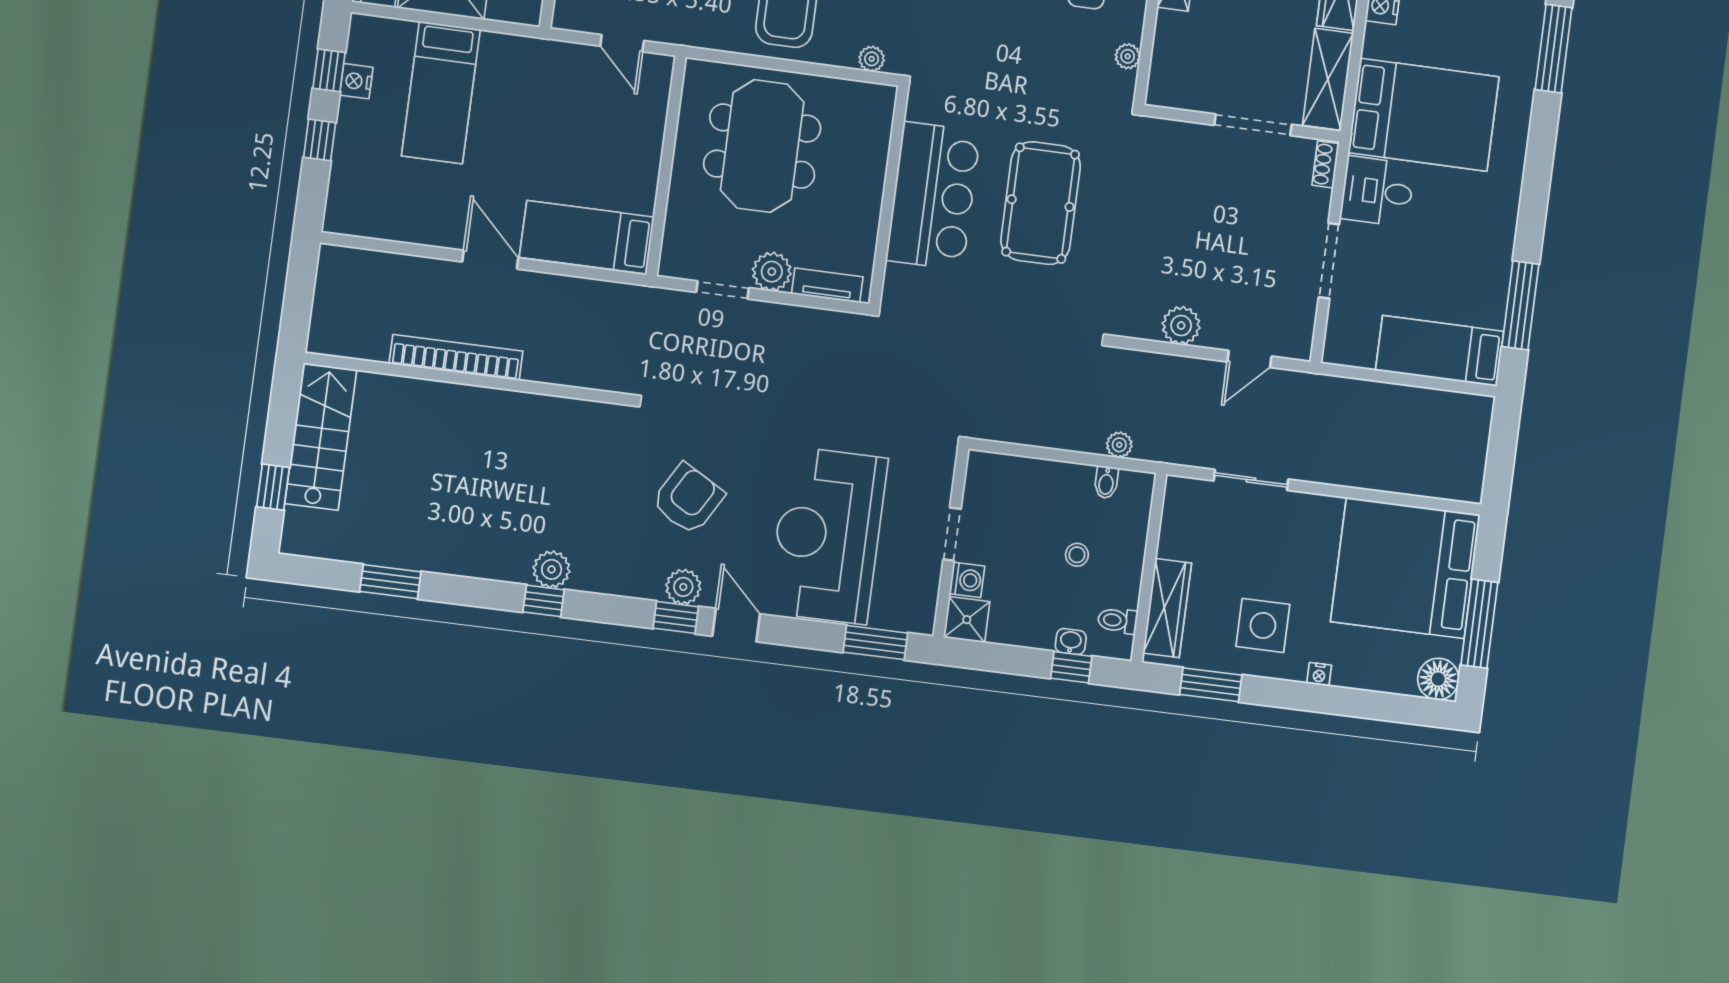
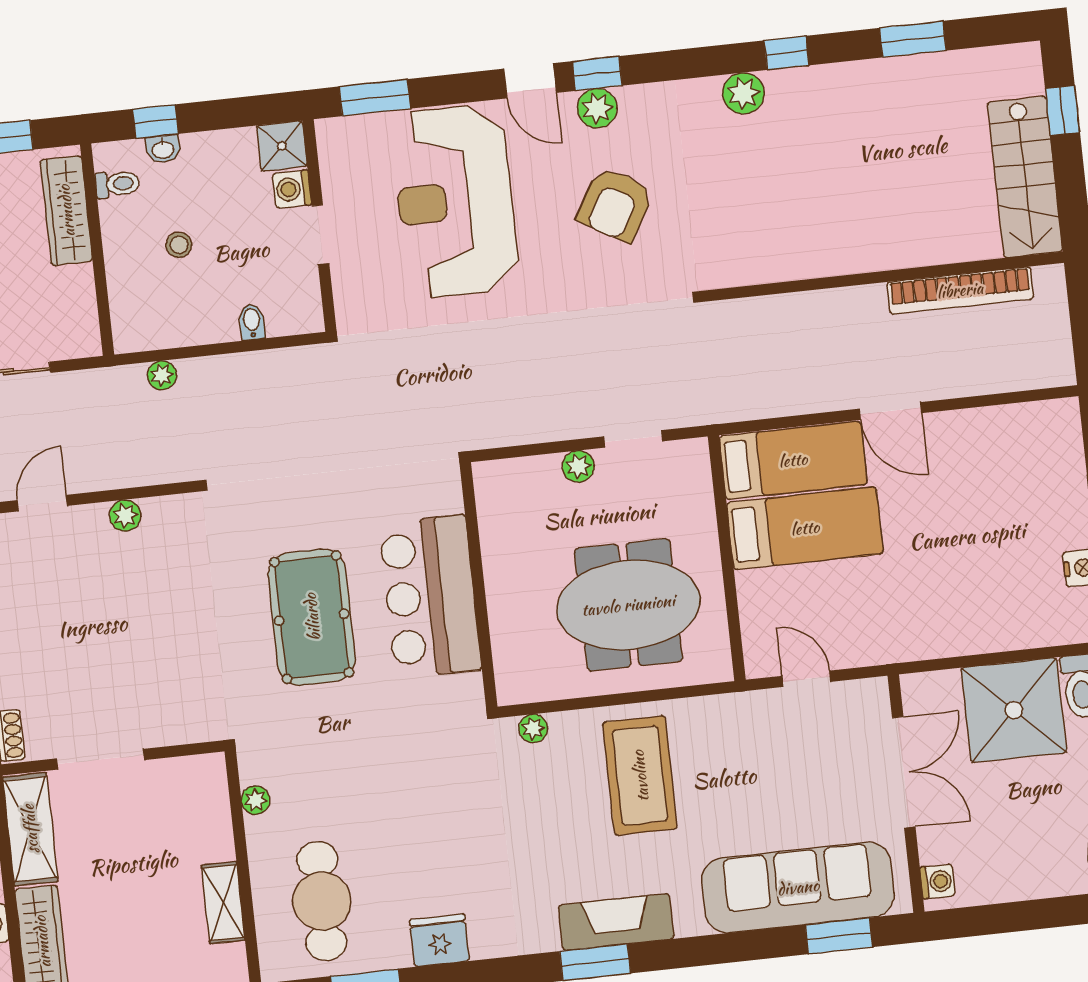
bed: (441, 93) -> (805, 528), moved, turned 90
meeting table: (762, 146) -> (628, 605), turned 90
plant: (772, 272) -> (578, 466), width x0.73, depth x0.73
tv unit: (827, 285) -> (521, 471), removed
plant: (1181, 326) -> (125, 515), width x0.73, depth x0.73
bookcase: (456, 357) -> (960, 290), moved
bidet: (1106, 482) -> (252, 322), moved
reception desk: (828, 535) -> (455, 201), turned 180
window: (544, 601) -> (787, 53), moved

